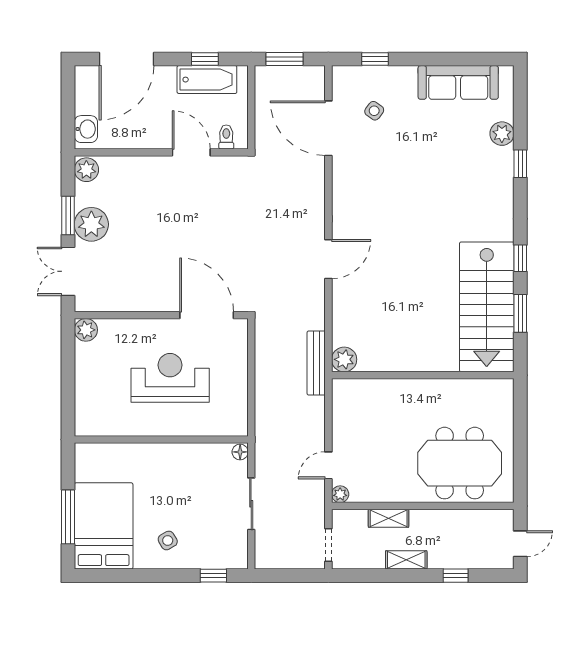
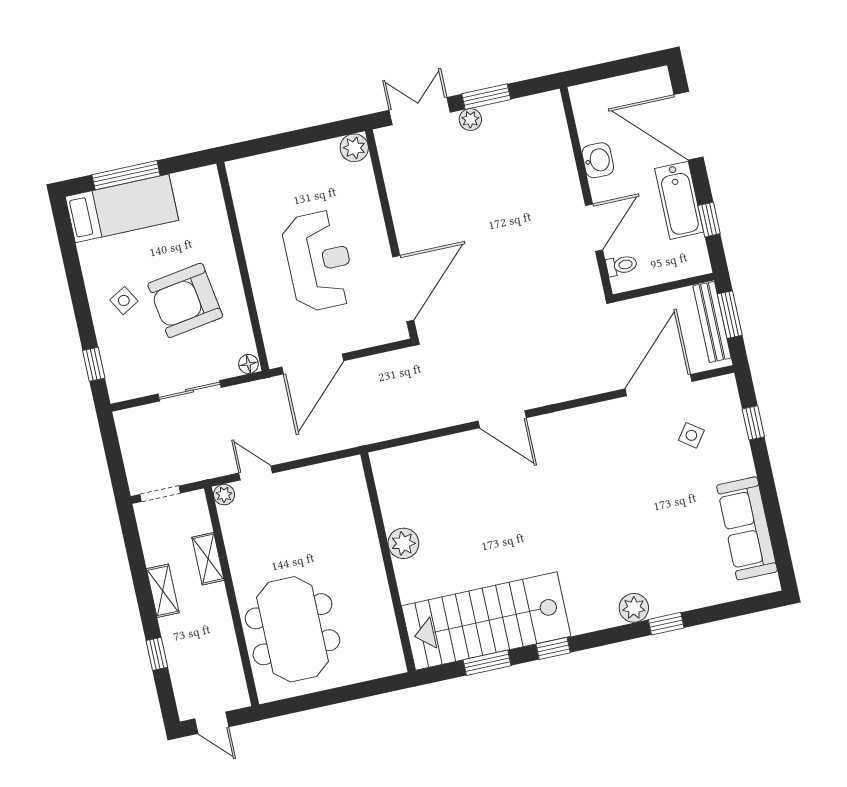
bathtub: (207, 80) -> (679, 200), moved
washbasin: (86, 129) -> (598, 160), moved, turned -90
plant: (502, 134) -> (634, 608), moved
plant: (86, 170) -> (546, 107), removed
plant: (91, 224) -> (470, 119), width x0.53, depth x0.53
plant: (344, 359) -> (403, 543), moved
bench: (316, 363) -> (712, 322), moved, turned 90
door: (251, 401) -> (313, 364), added
armchair: (178, 491) -> (185, 300), added
bed: (104, 526) -> (122, 208), width x0.67

